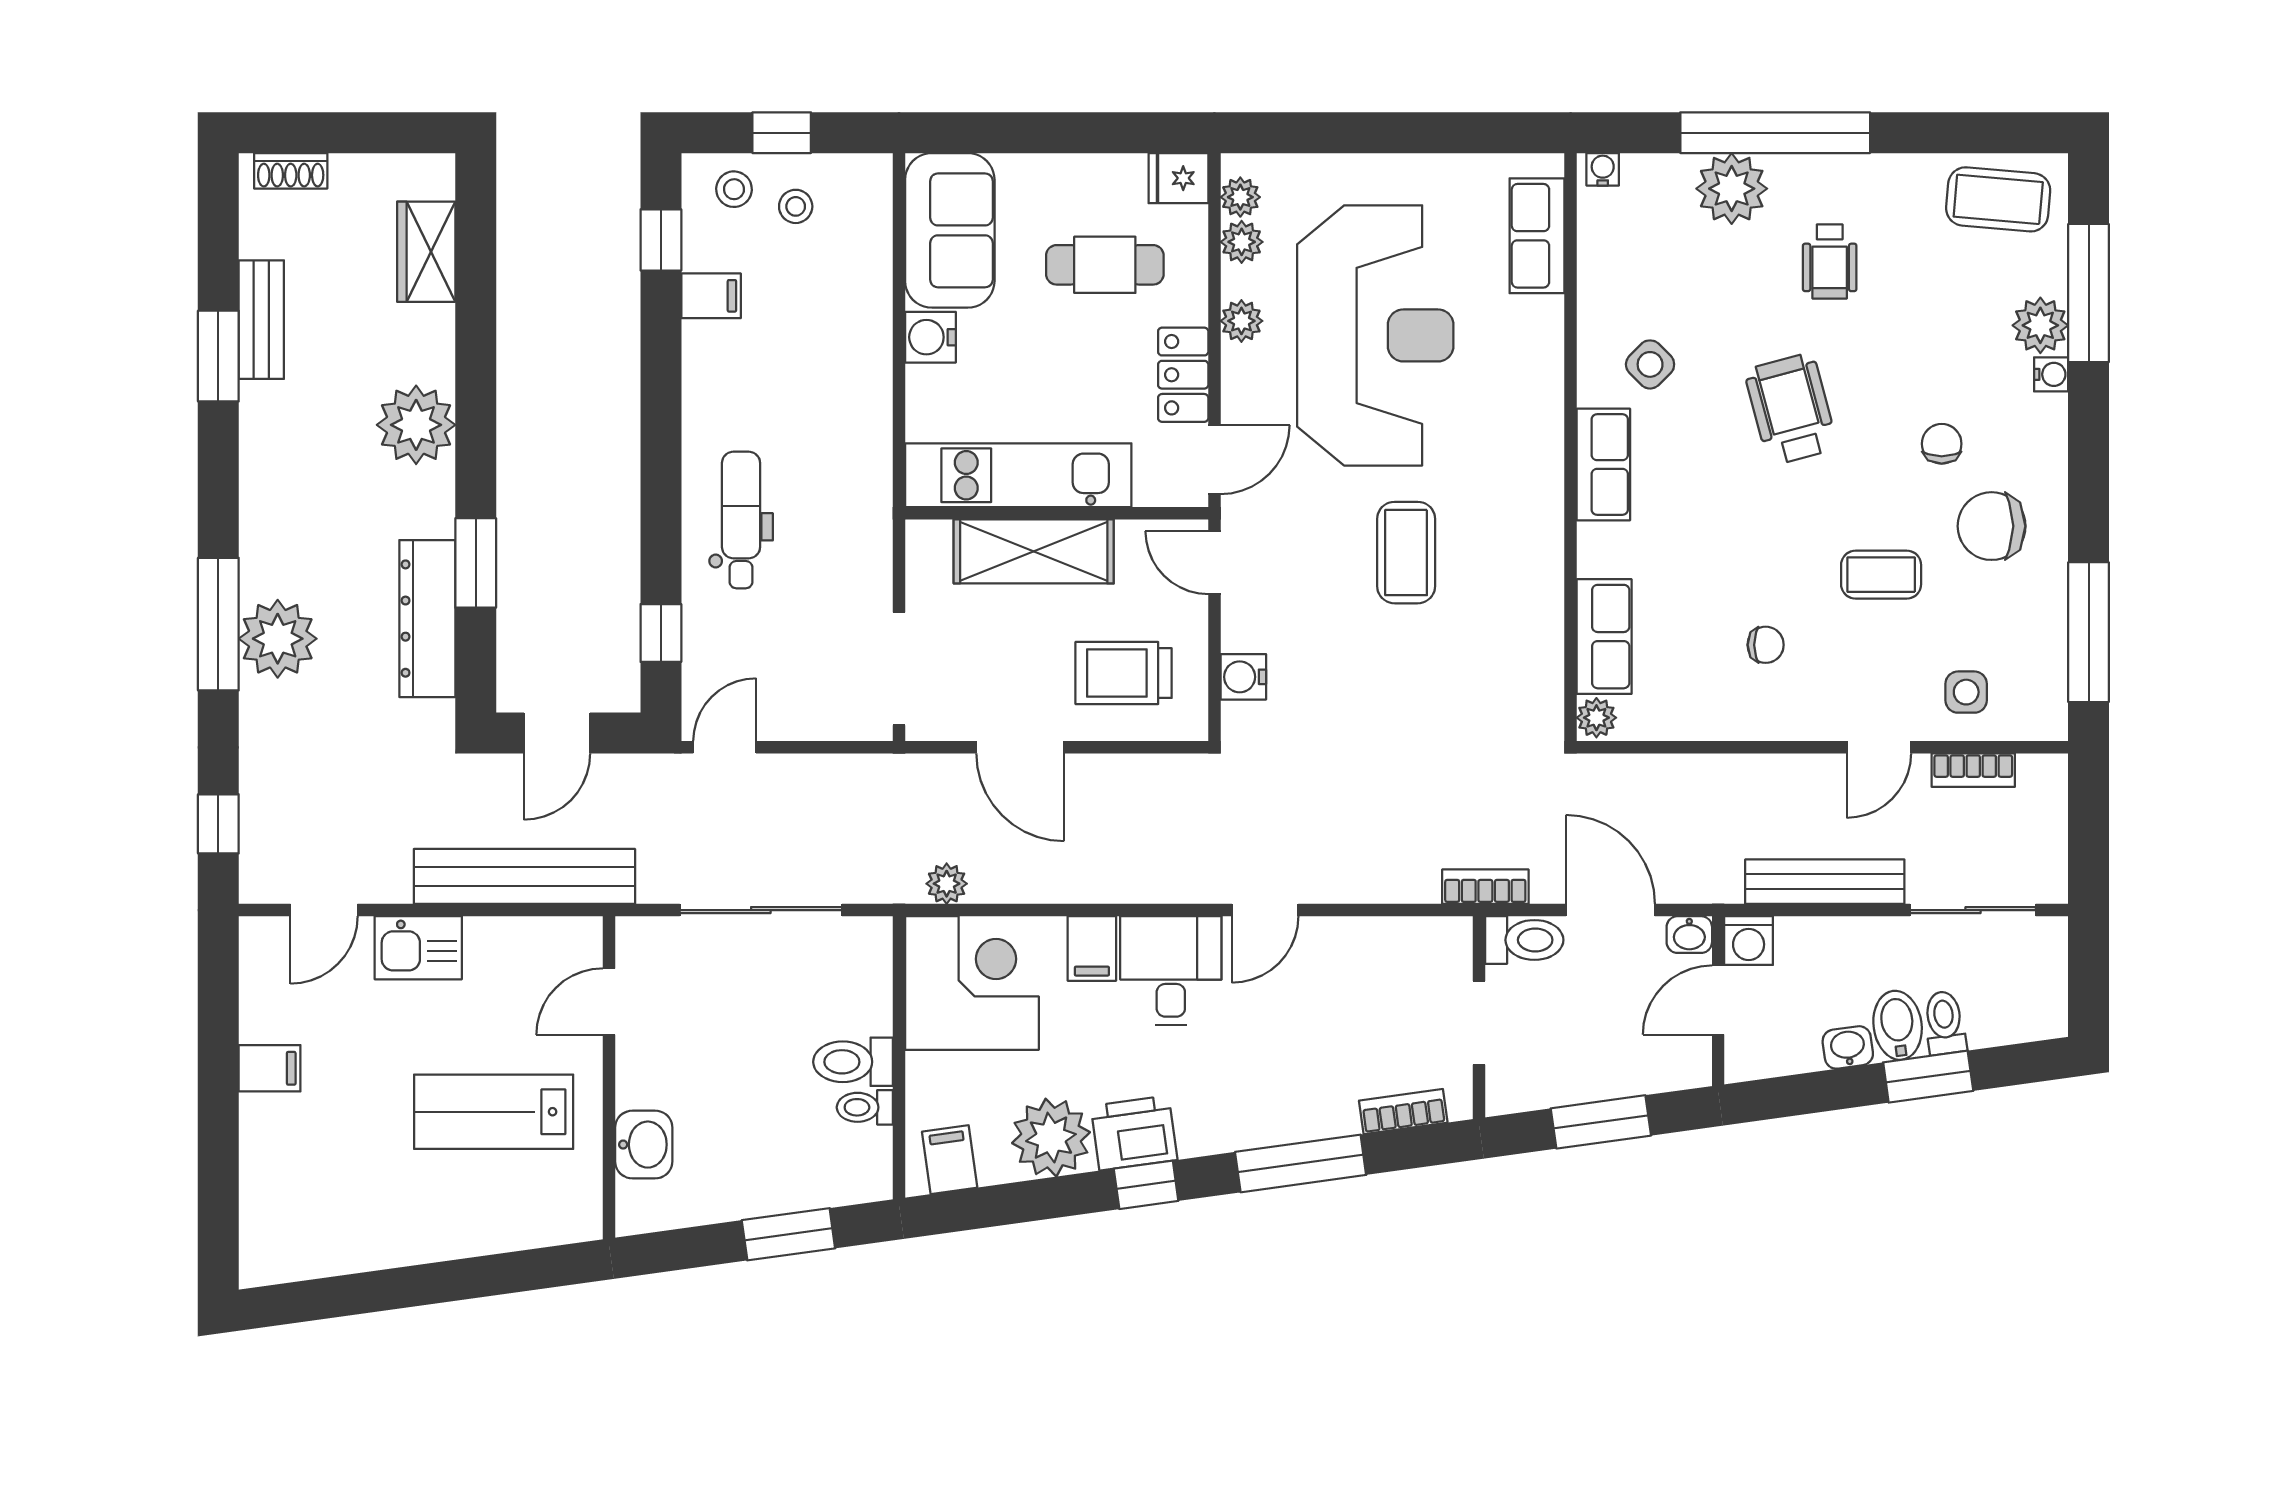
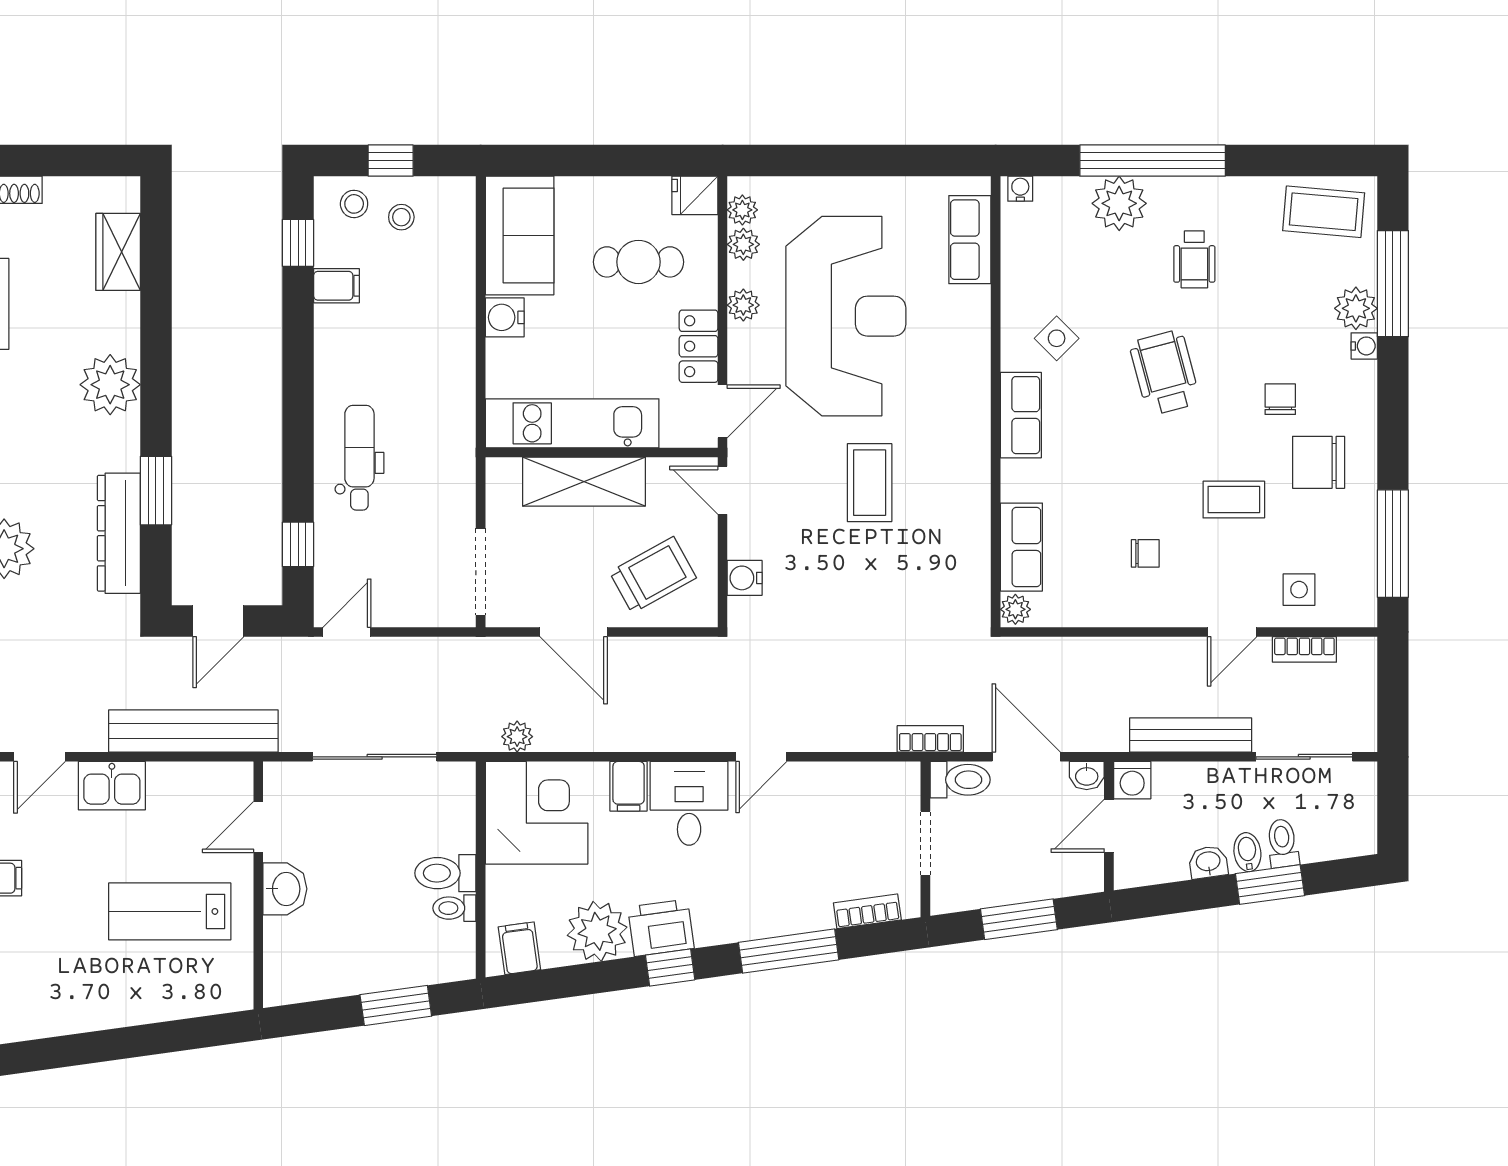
trolley: (1124, 673) -> (653, 575), turned 151
bidet: (1898, 1025) -> (1247, 852), width x0.72, depth x0.74
washbasin: (644, 1145) -> (285, 889), moved

